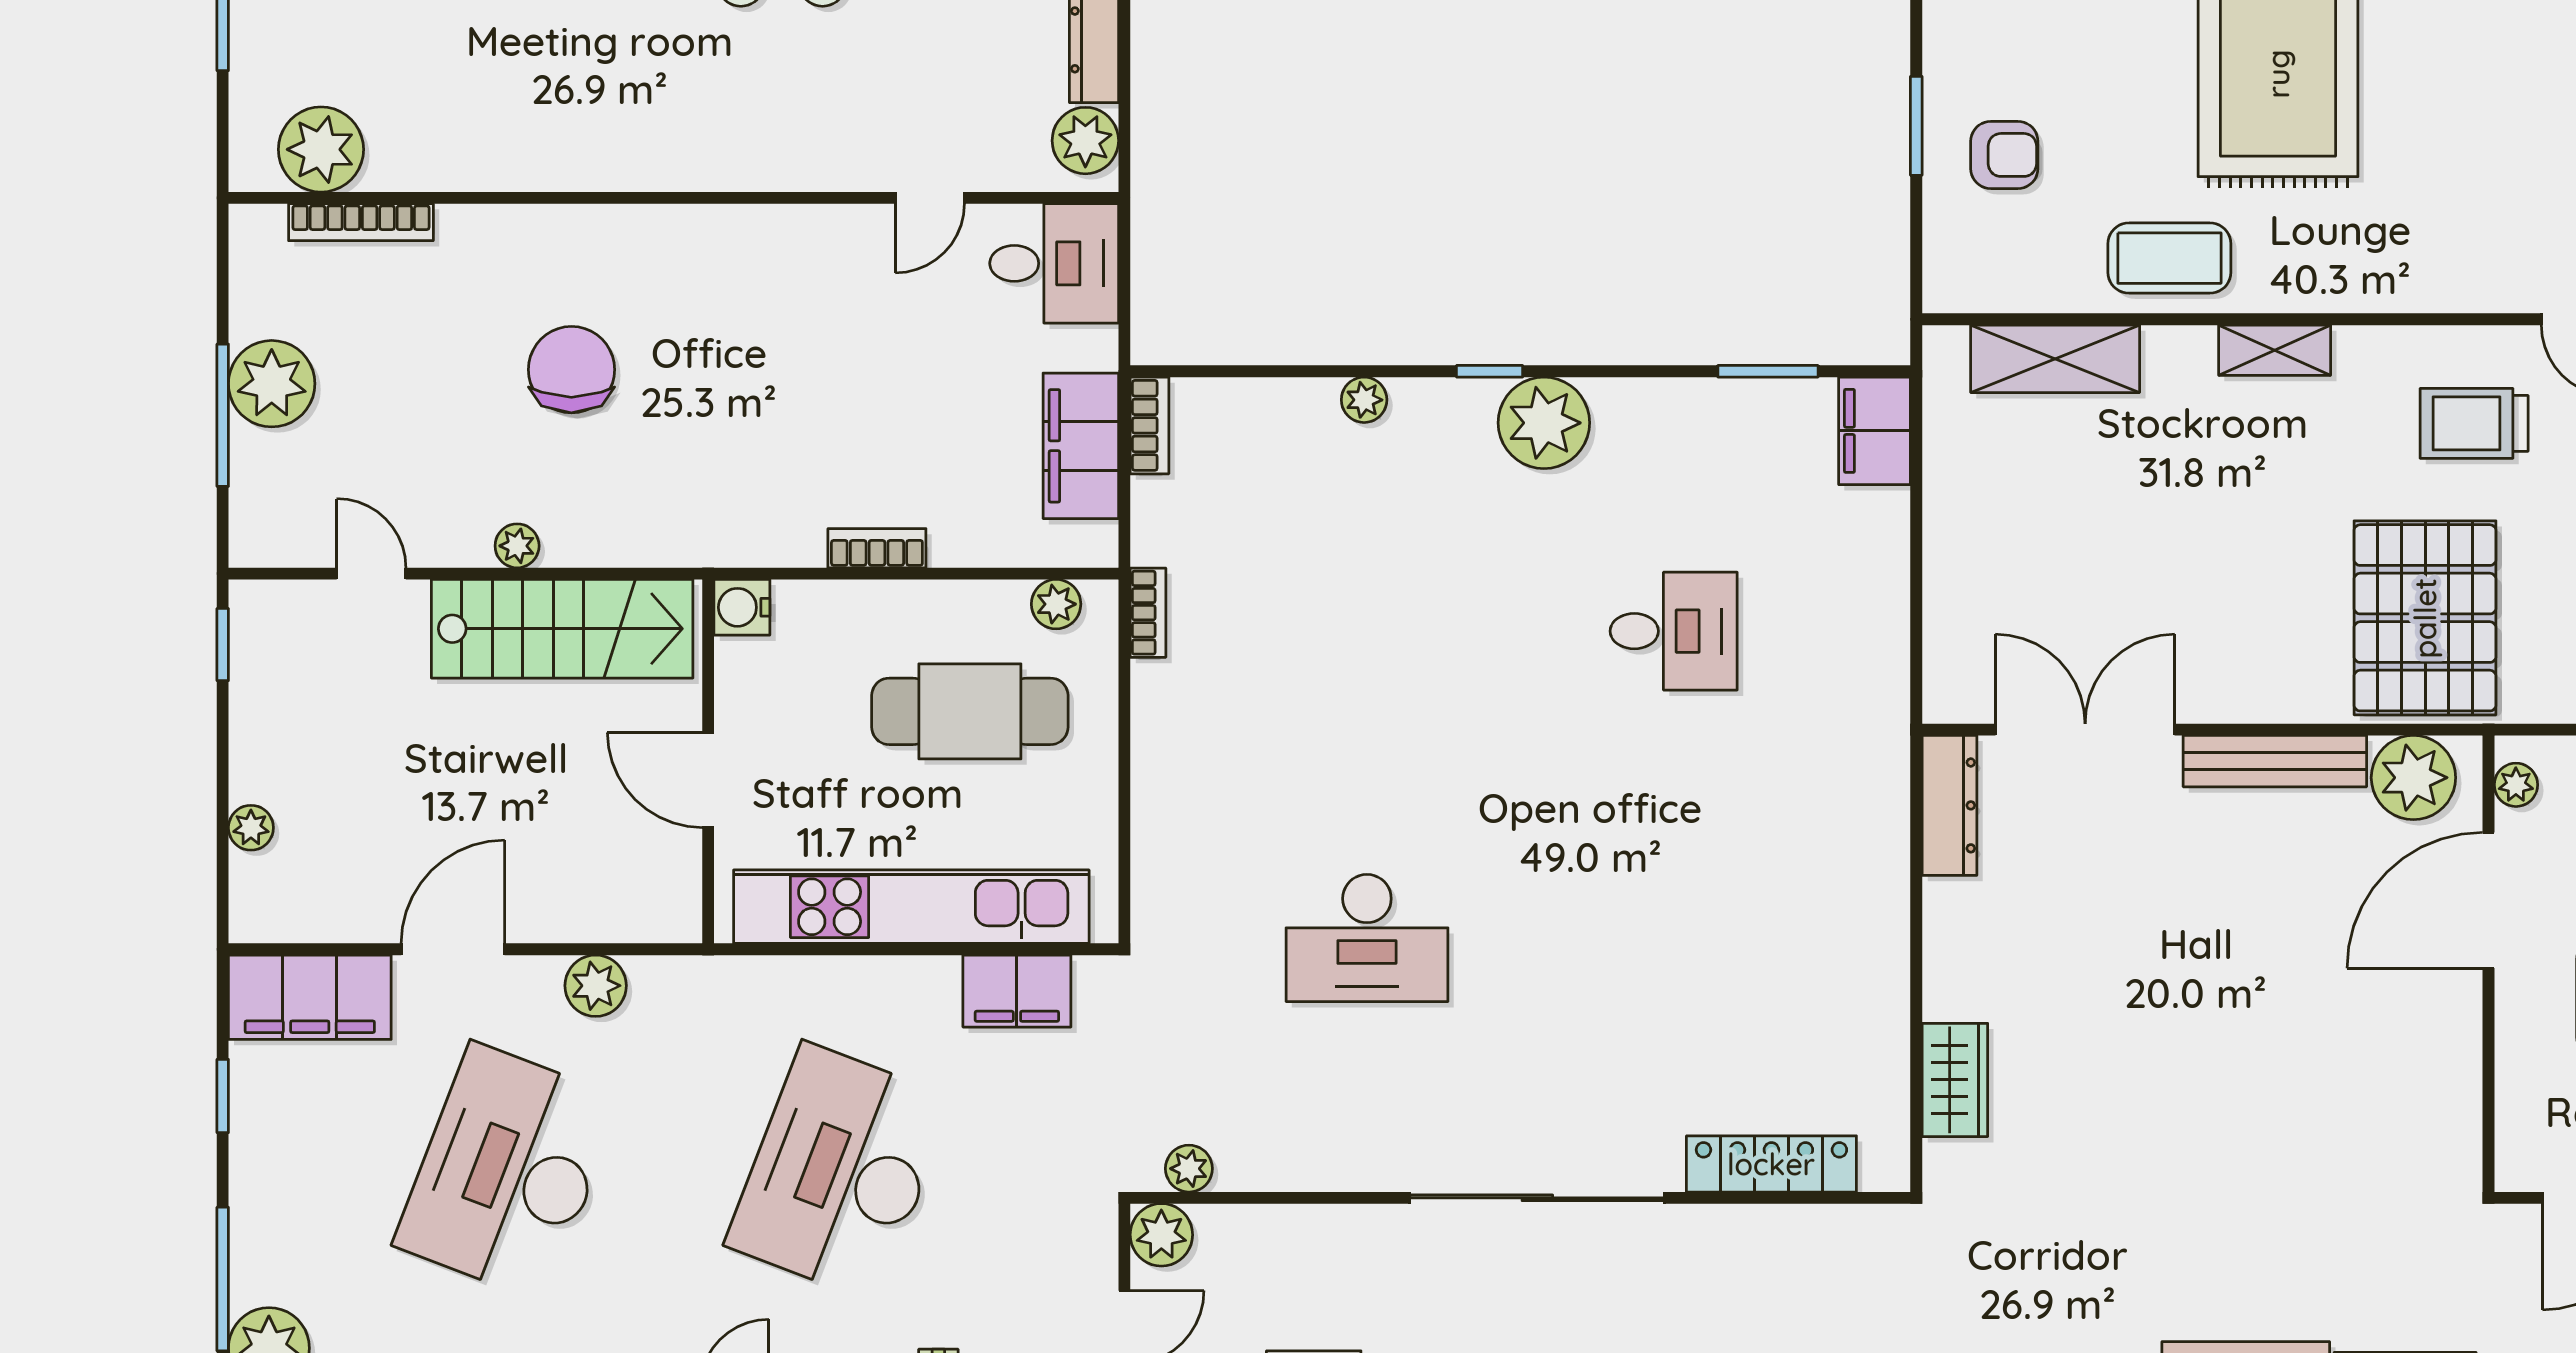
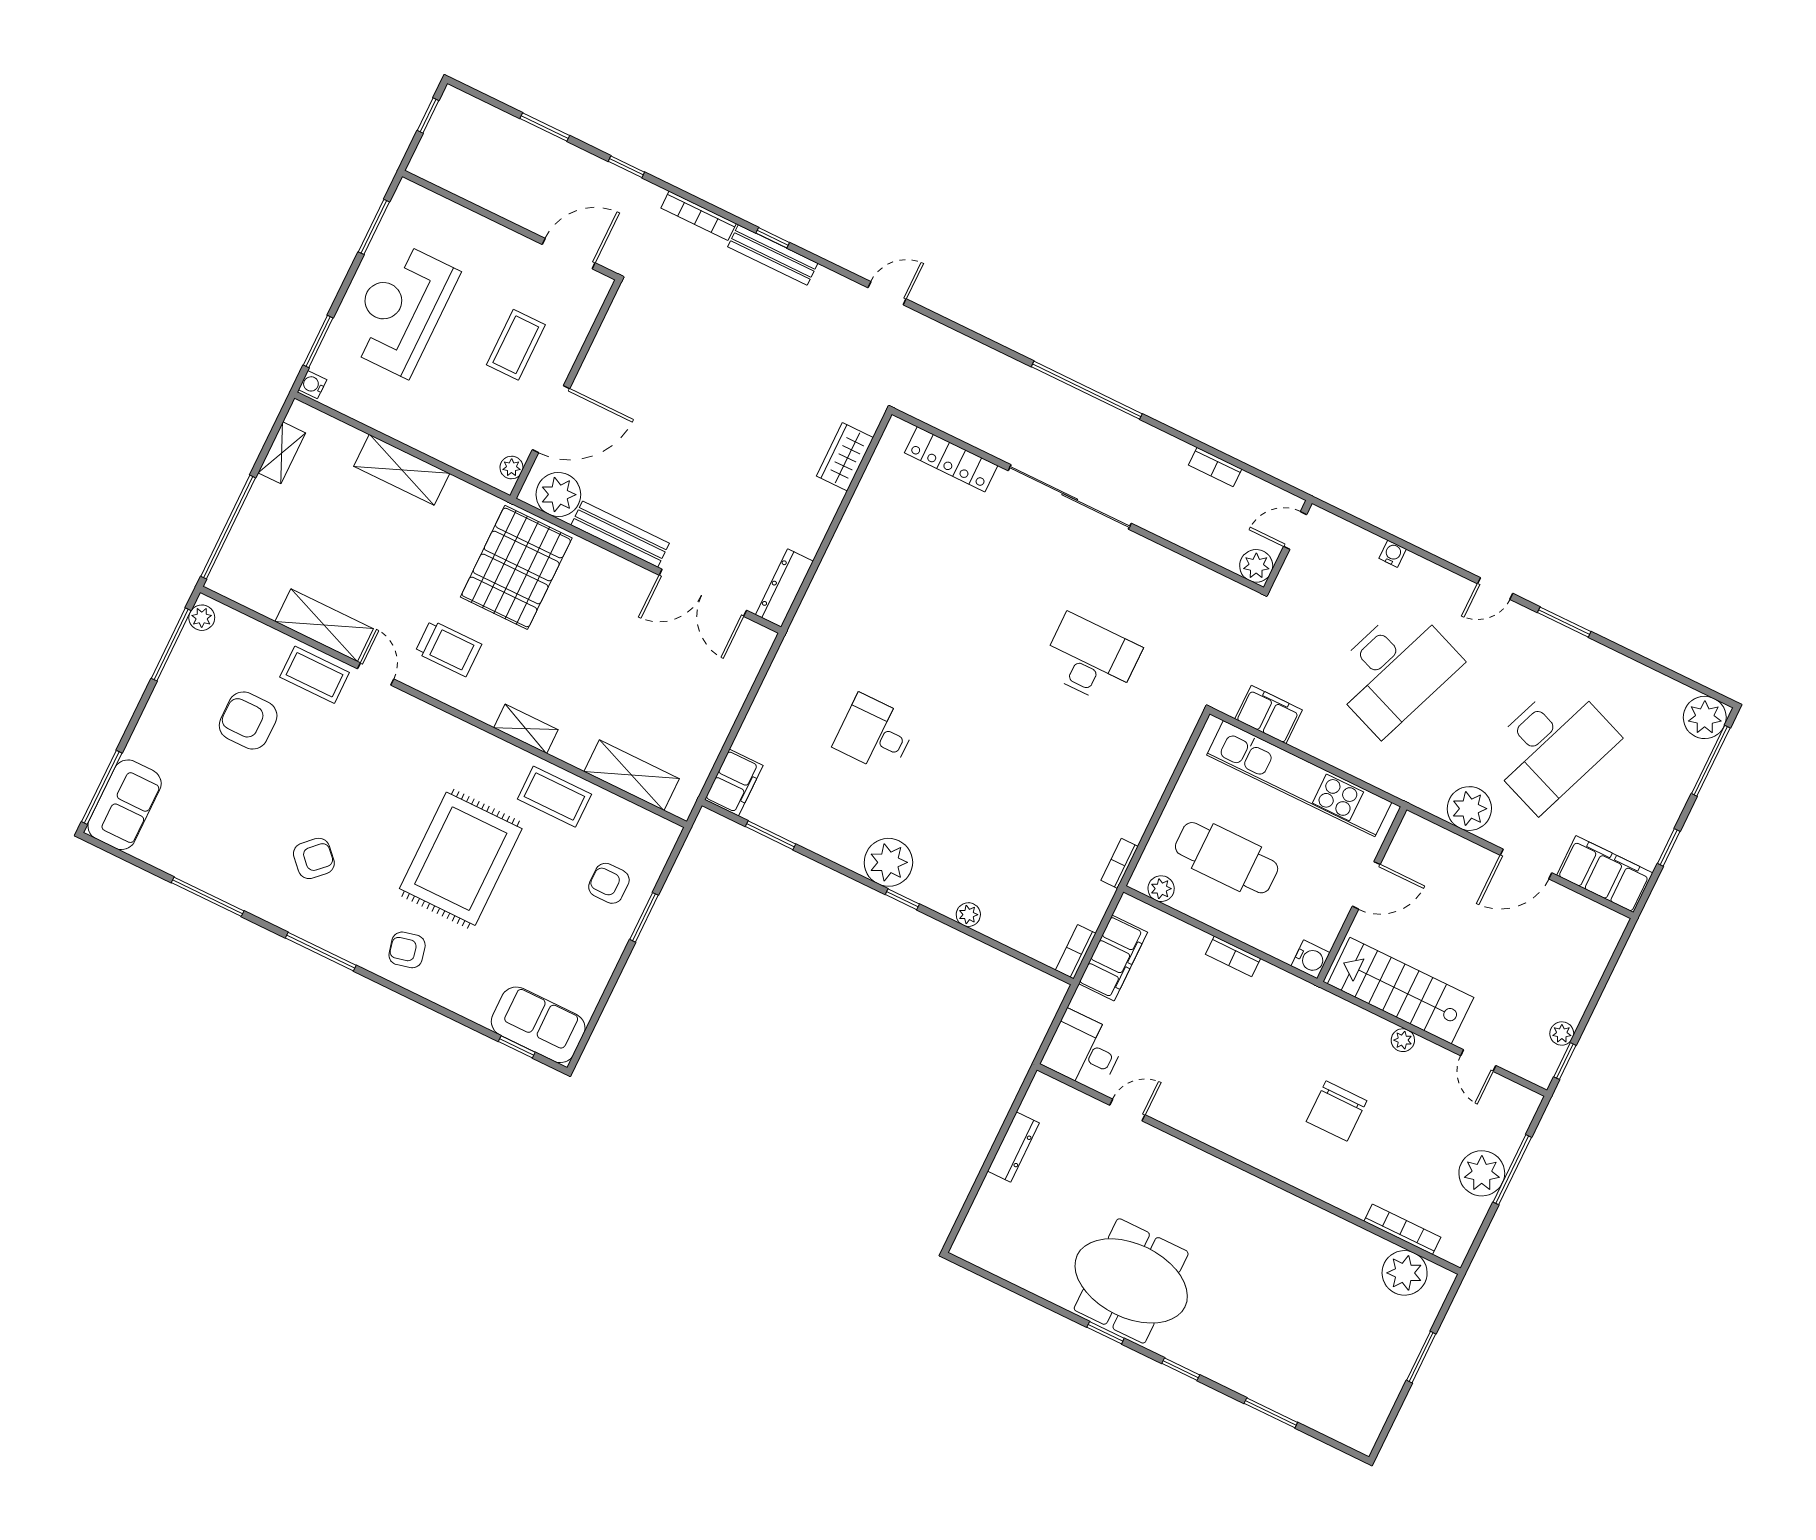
plant: (1085, 141) -> (1041, 1101), removed
door: (708, 780) -> (1366, 885), hinge flipped
plant: (251, 828) -> (1562, 1034), moved
plant: (596, 986) -> (1469, 809), width x1.36, depth x1.36
plant: (1189, 1169) -> (1228, 591), removed

